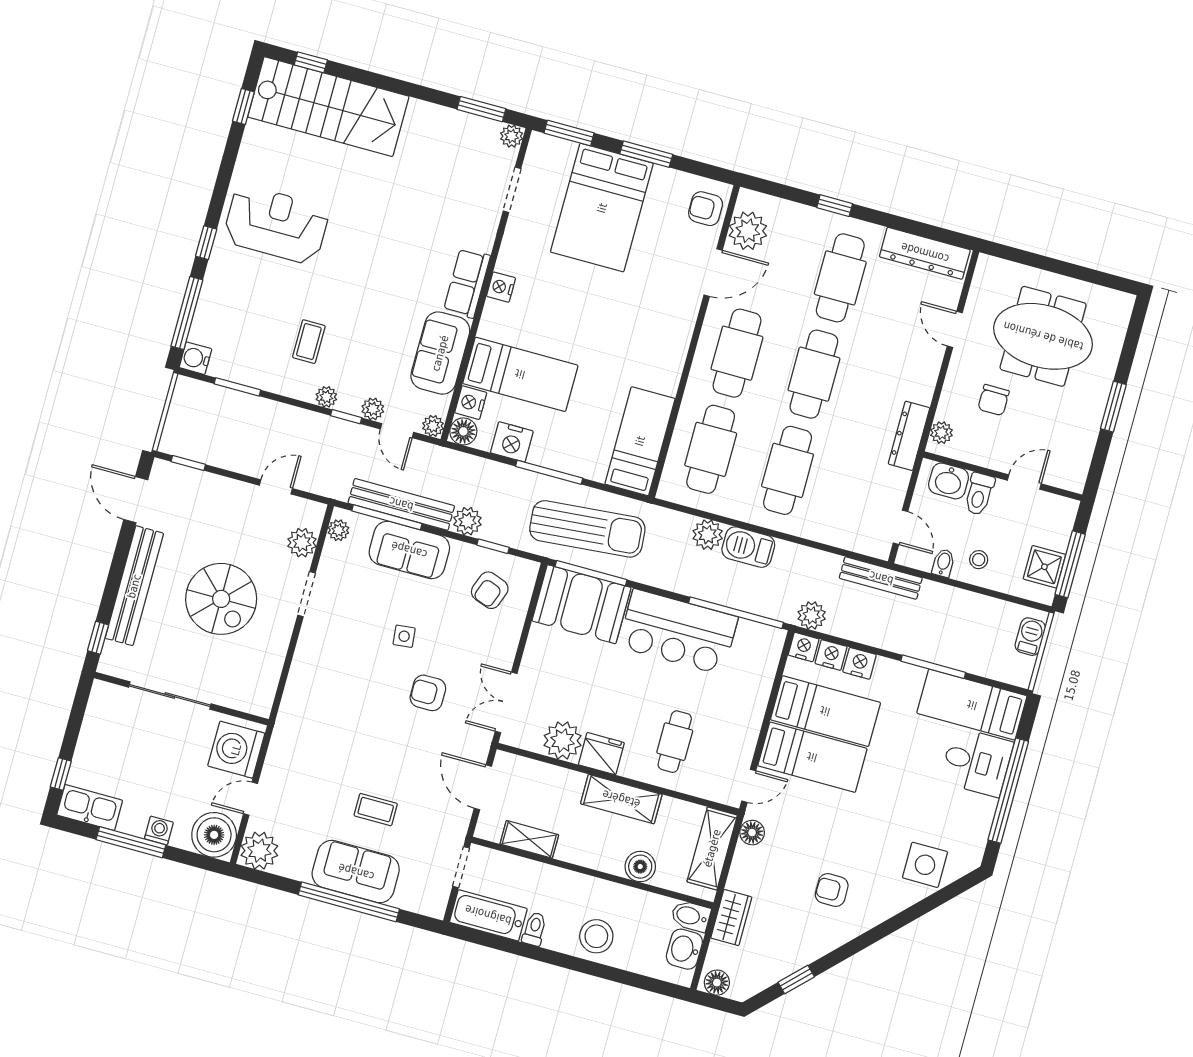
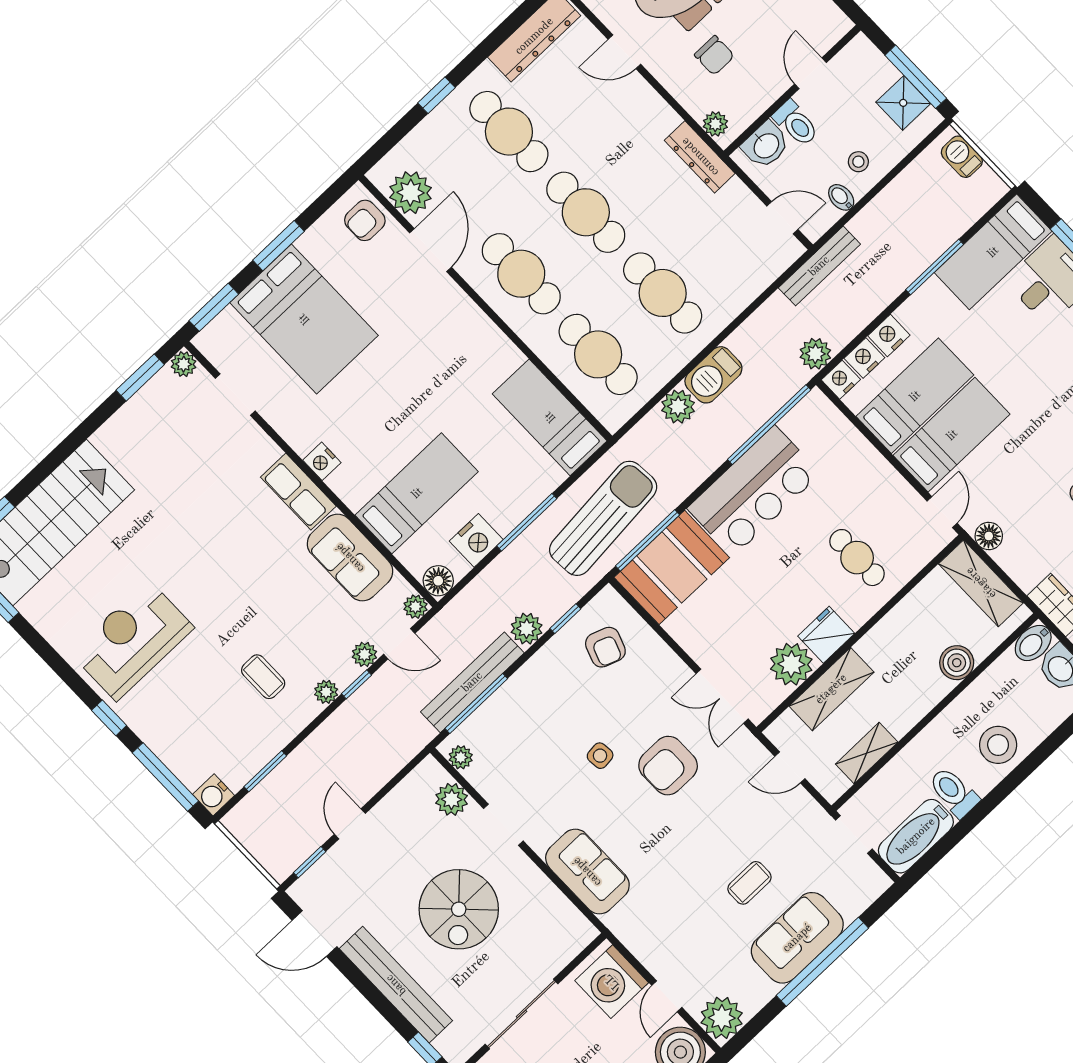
nightstand: (471, 403) -> (415, 557), removed
door: (276, 487) -> (350, 824), moved
sofa: (409, 550) -> (587, 872), moved, turned -90
spiral stairs: (221, 599) -> (459, 909), turned 90
armchair: (428, 693) -> (668, 766), width x1.38, depth x1.38
door: (483, 787) -> (790, 767), width x0.73
shelving: (621, 799) -> (831, 689), moved
toilet: (534, 929) -> (954, 792), width x1.37, depth x1.39

